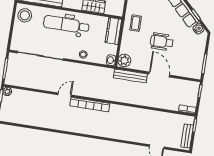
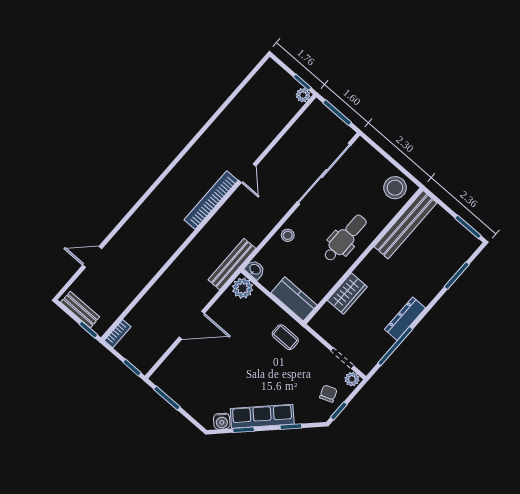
dental chair: (66, 25) -> (345, 238), width x0.73, depth x0.72
wheelchair: (162, 42) -> (236, 358), removed
bench: (130, 76) -> (232, 264), moved

